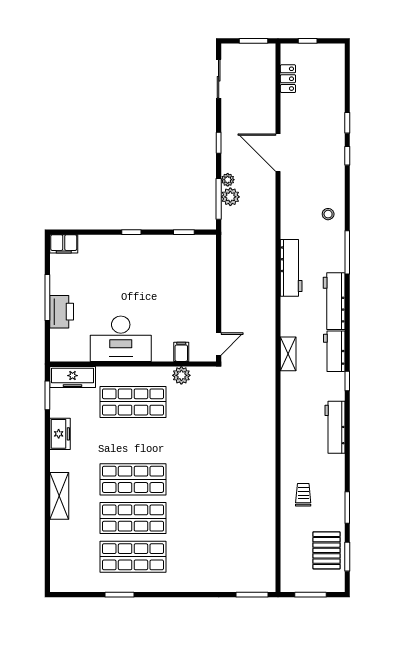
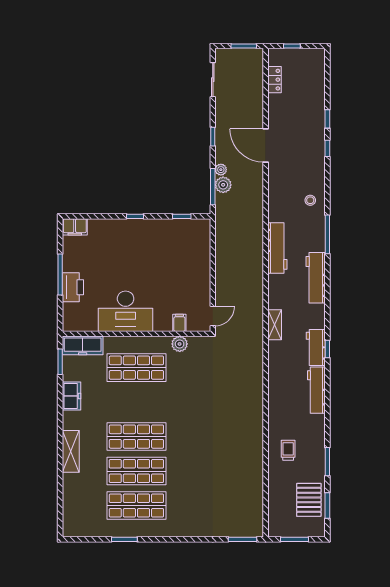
workbench: (334, 351) -> (316, 347), moved

